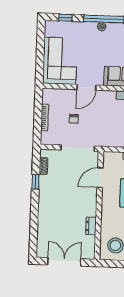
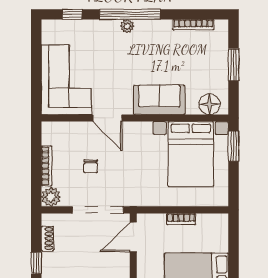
door: (86, 87) -> (108, 118), hinge flipped
plant: (47, 138) -> (51, 197), added
door: (100, 178) -> (133, 237), moved

